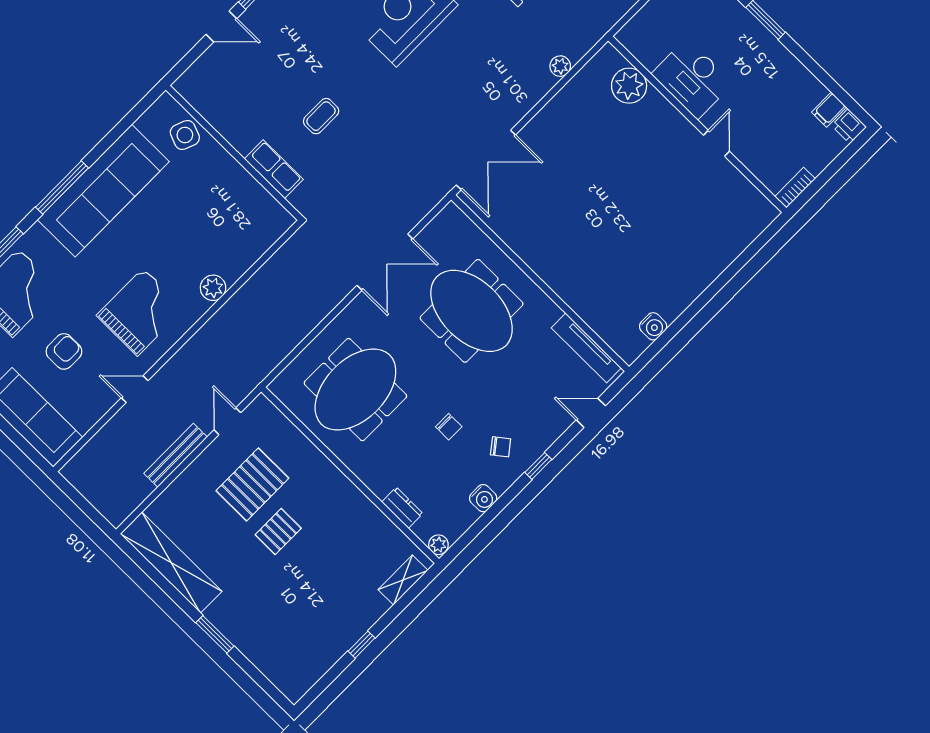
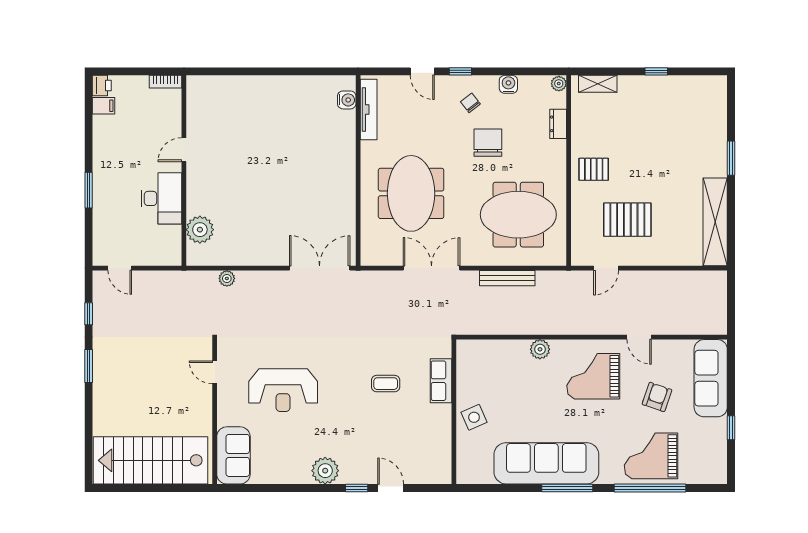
side table: (185, 135) -> (474, 417), moved, turned 45
water cooler: (653, 326) -> (347, 100), moved, turned 90
armchair: (64, 351) -> (657, 397), turned 109
door: (591, 413) -> (422, 71), moved
chair: (449, 427) -> (488, 143), width x1.87, depth x1.87
bench: (176, 455) -> (507, 278), moved
pallet: (278, 532) -> (594, 169), moved

